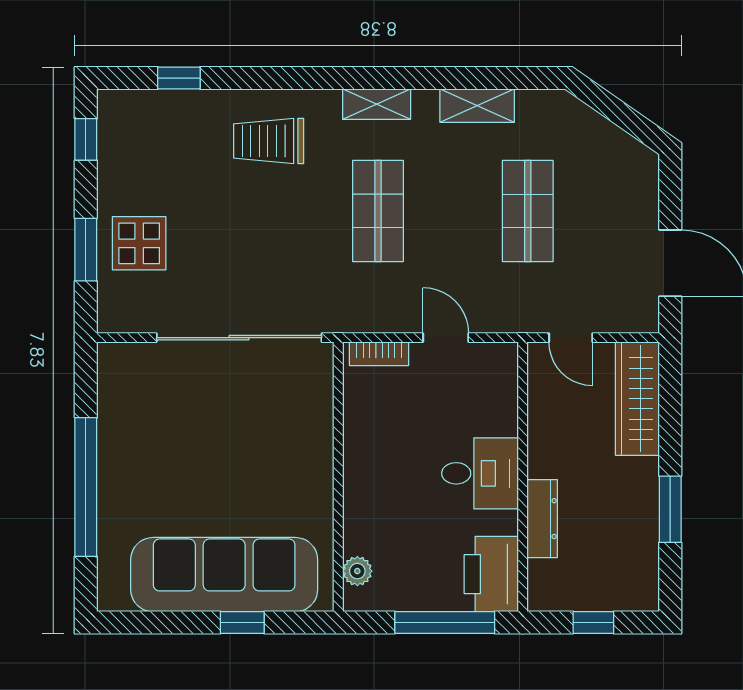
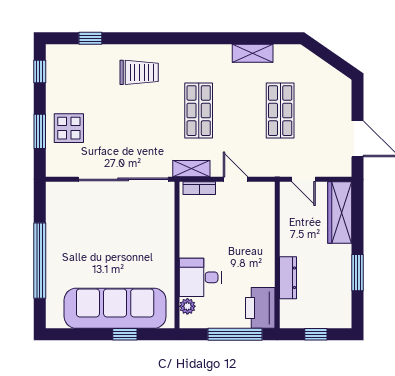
shelving: (377, 104) -> (191, 169), moved
trolley: (269, 141) -> (139, 72), turned 180
desk: (480, 473) -> (200, 277), moved, turned 180

